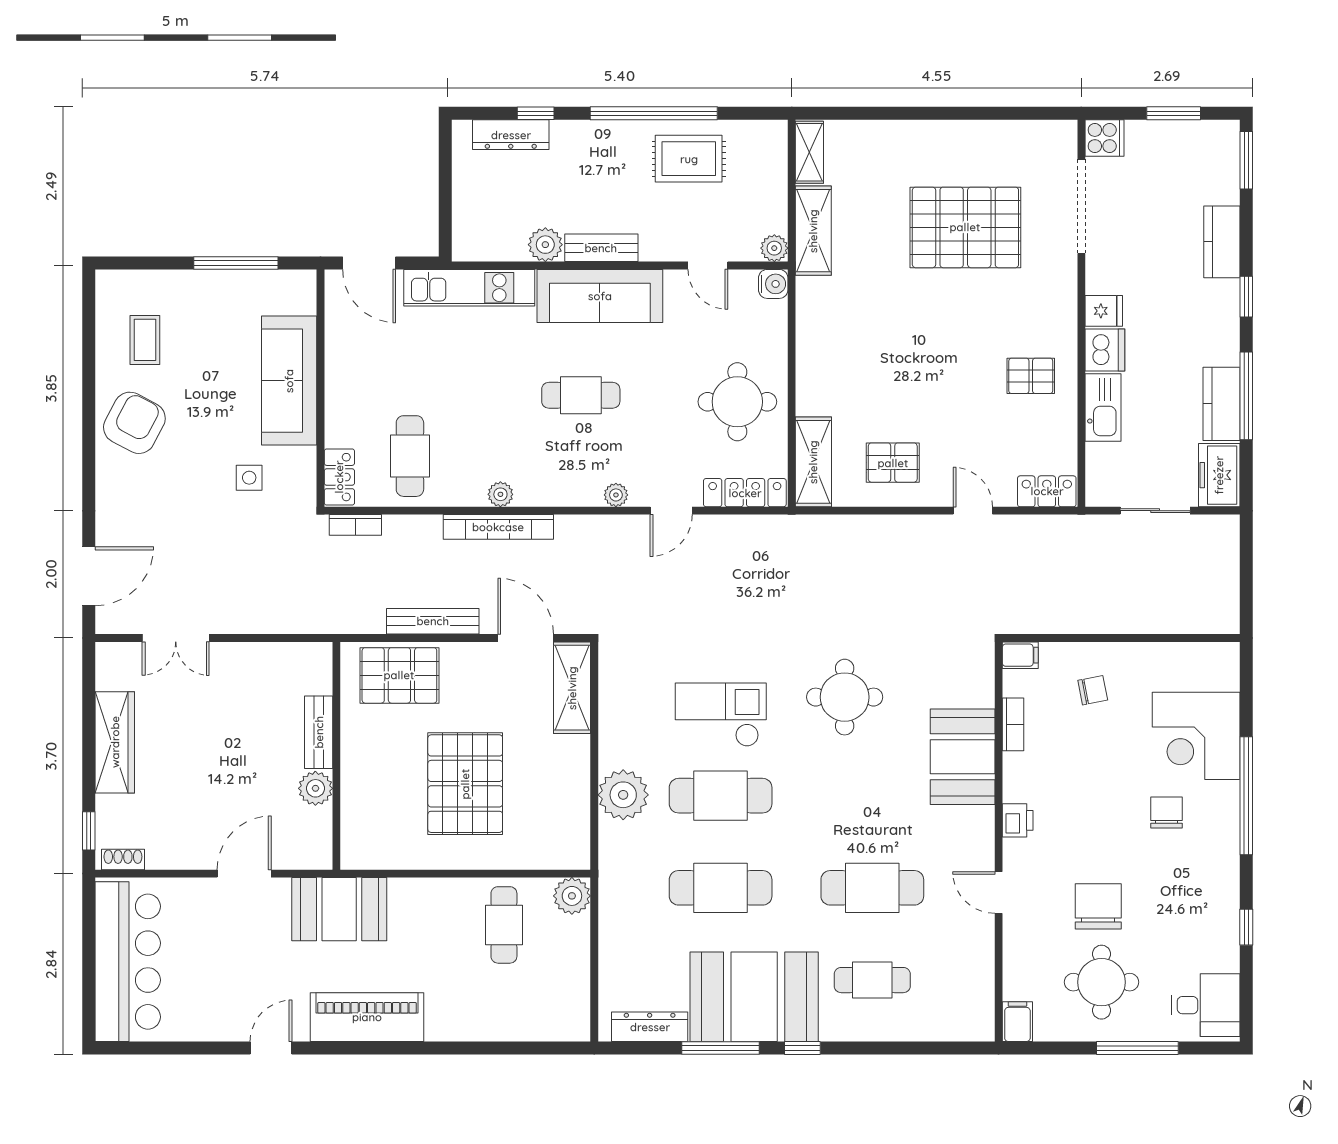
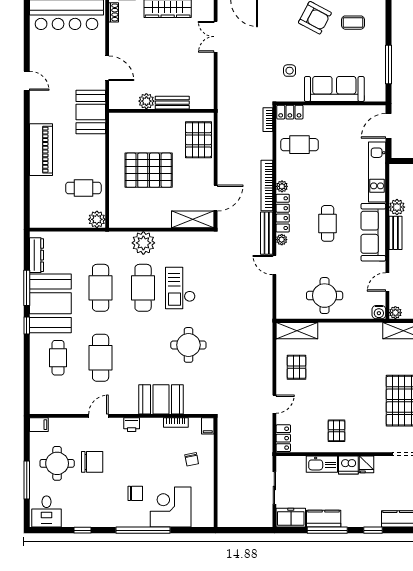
locker: (745, 493) -> (283, 213), moved
bench: (433, 621) -> (267, 233), moved
checkout: (721, 715) -> (180, 288), turned 180
piano: (367, 1017) -> (41, 150), moved

